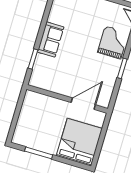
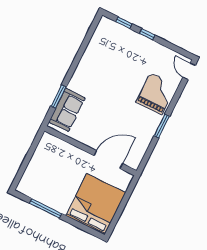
sofa: (51, 39) -> (67, 110), moved

